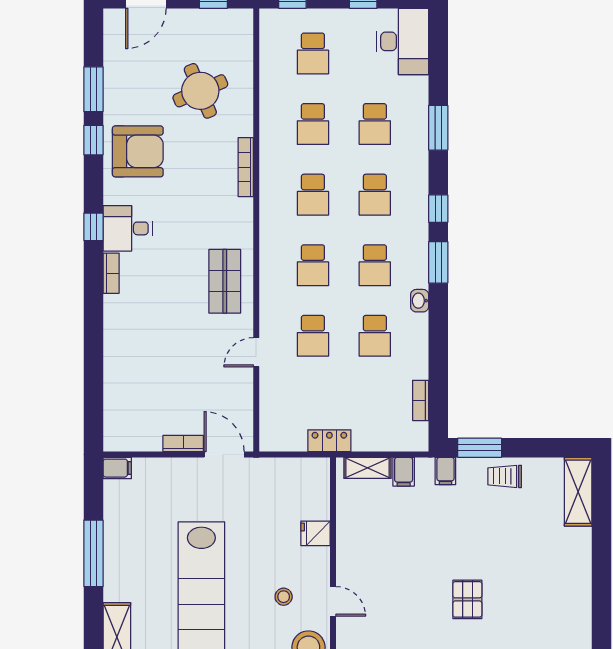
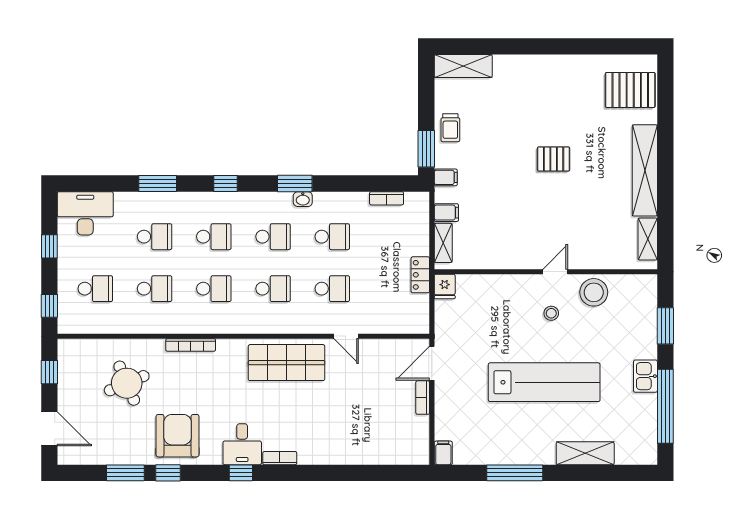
window: (438, 262) -> (295, 183), moved
shop shelf: (225, 281) -> (287, 363), width x1.43, depth x1.36
fridge: (315, 533) -> (445, 286), moved

